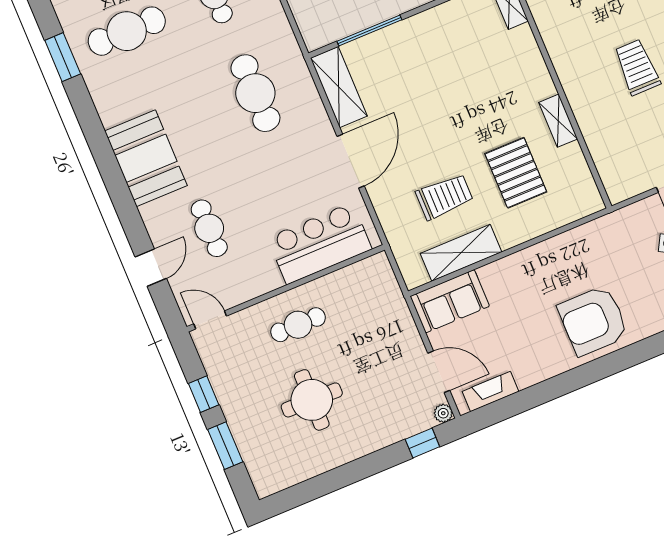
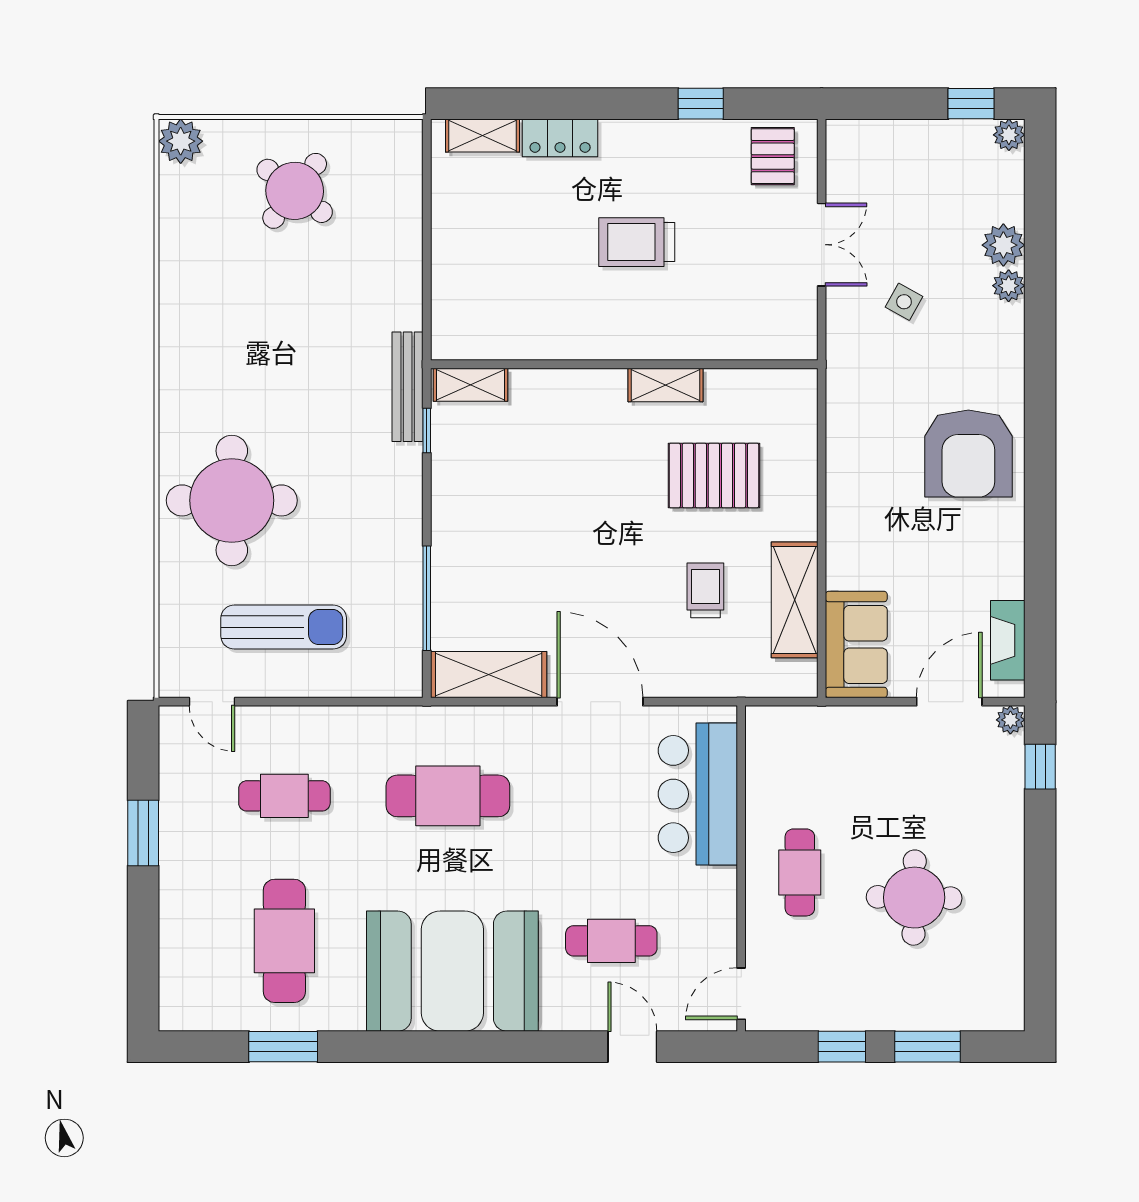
booth: (146, 158) -> (452, 971), width x1.36, depth x1.42
trolley: (444, 197) -> (705, 590), width x0.73, depth x0.72

